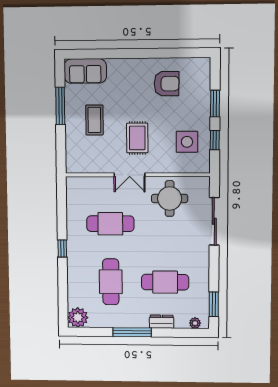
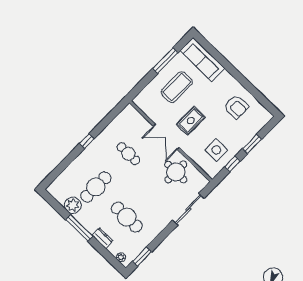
sofa: (85, 71) -> (203, 59), width x1.36
coffee table: (94, 120) -> (177, 87), width x1.36, depth x1.32
double door: (129, 175) -> (166, 137), width x1.37
cafe table: (110, 224) -> (128, 154), width x0.73, depth x0.74
plant: (78, 317) -> (73, 205), moved

